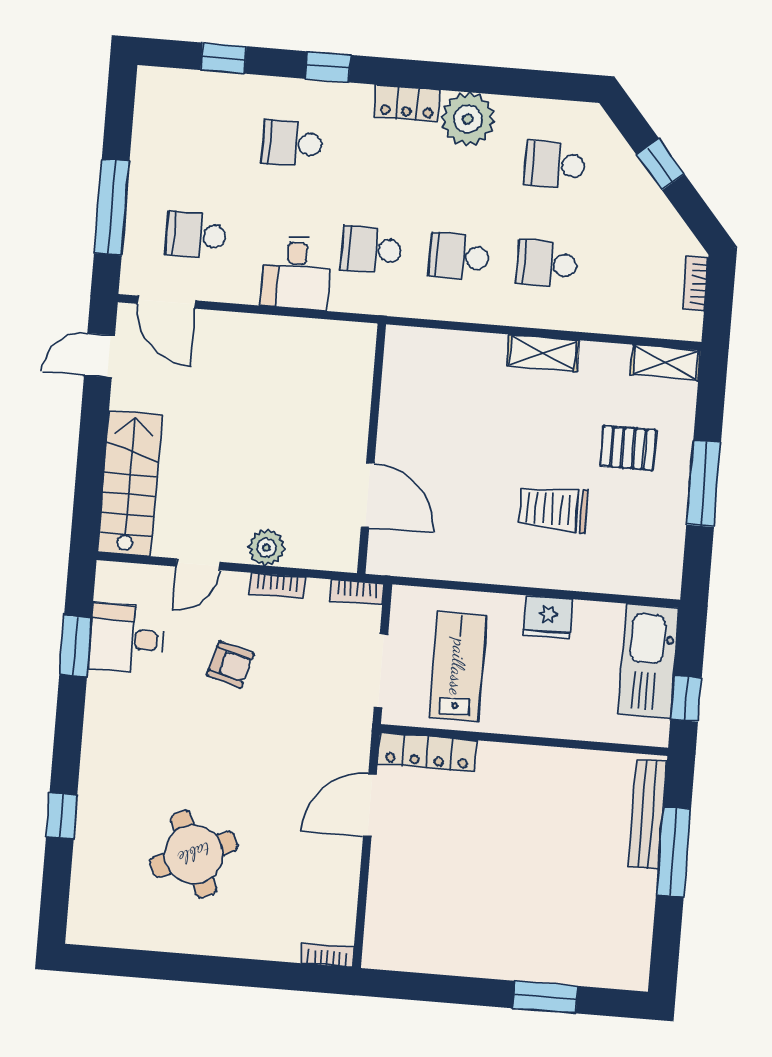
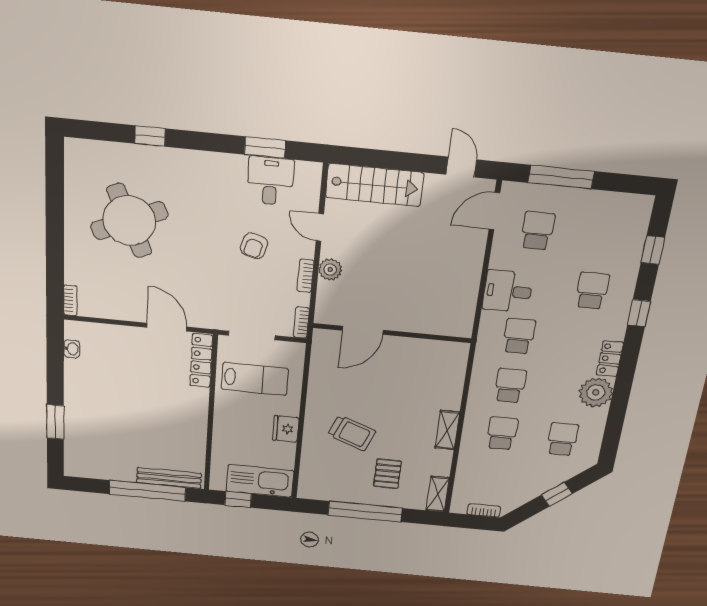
window: (704, 484) -> (365, 512), width x1.46
trolley: (553, 509) -> (352, 433), turned 111
window: (673, 852) -> (147, 491), width x1.46
round table: (194, 854) -> (129, 221), width x1.36, depth x1.36
washbasin: (411, 960) -> (72, 349), added

